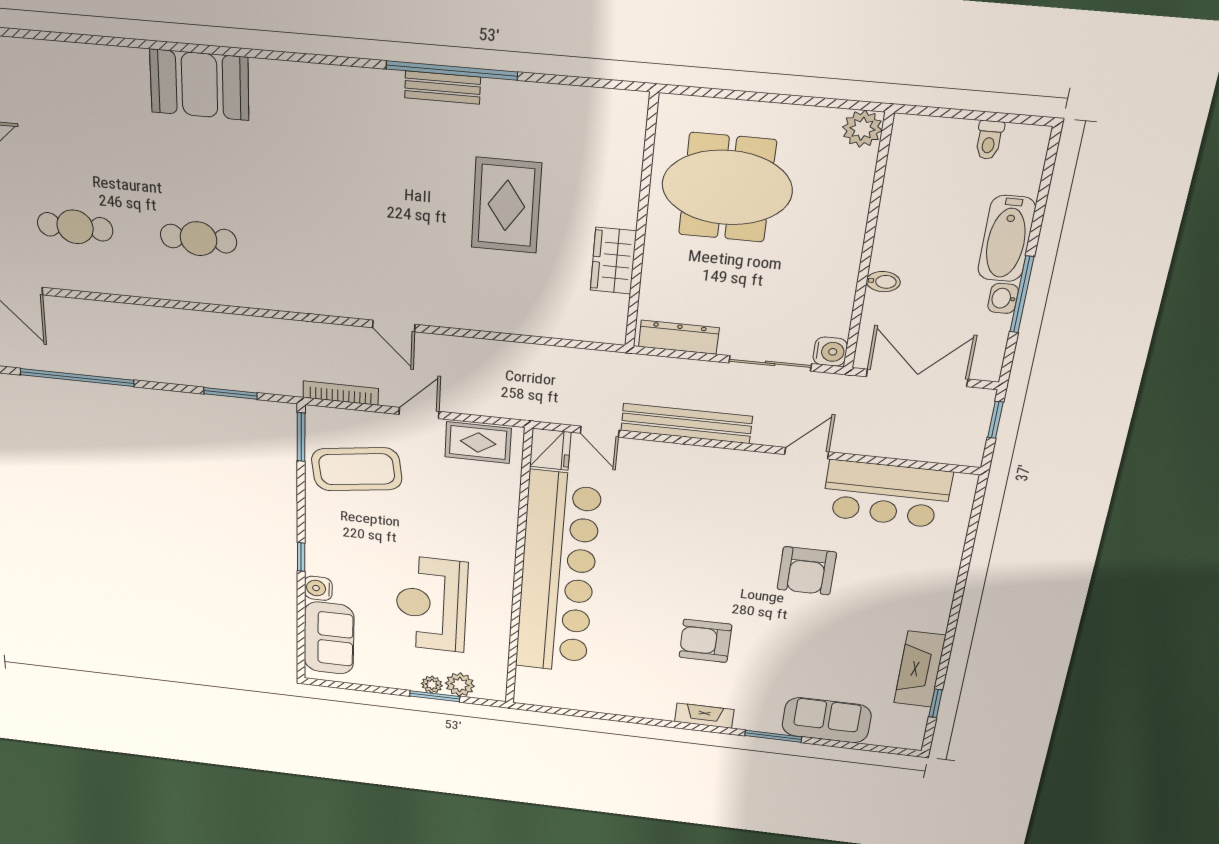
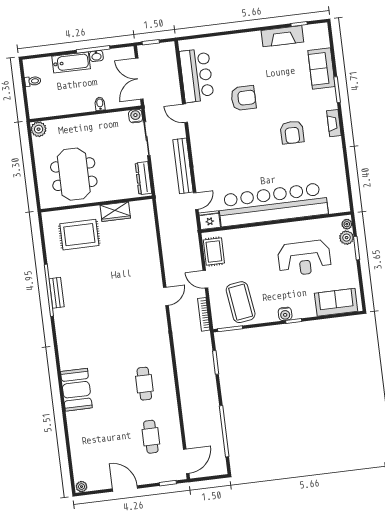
rug: (506, 205) -> (79, 235), moved
water cooler: (318, 588) -> (285, 314), moved
plant: (432, 685) -> (347, 224), moved

